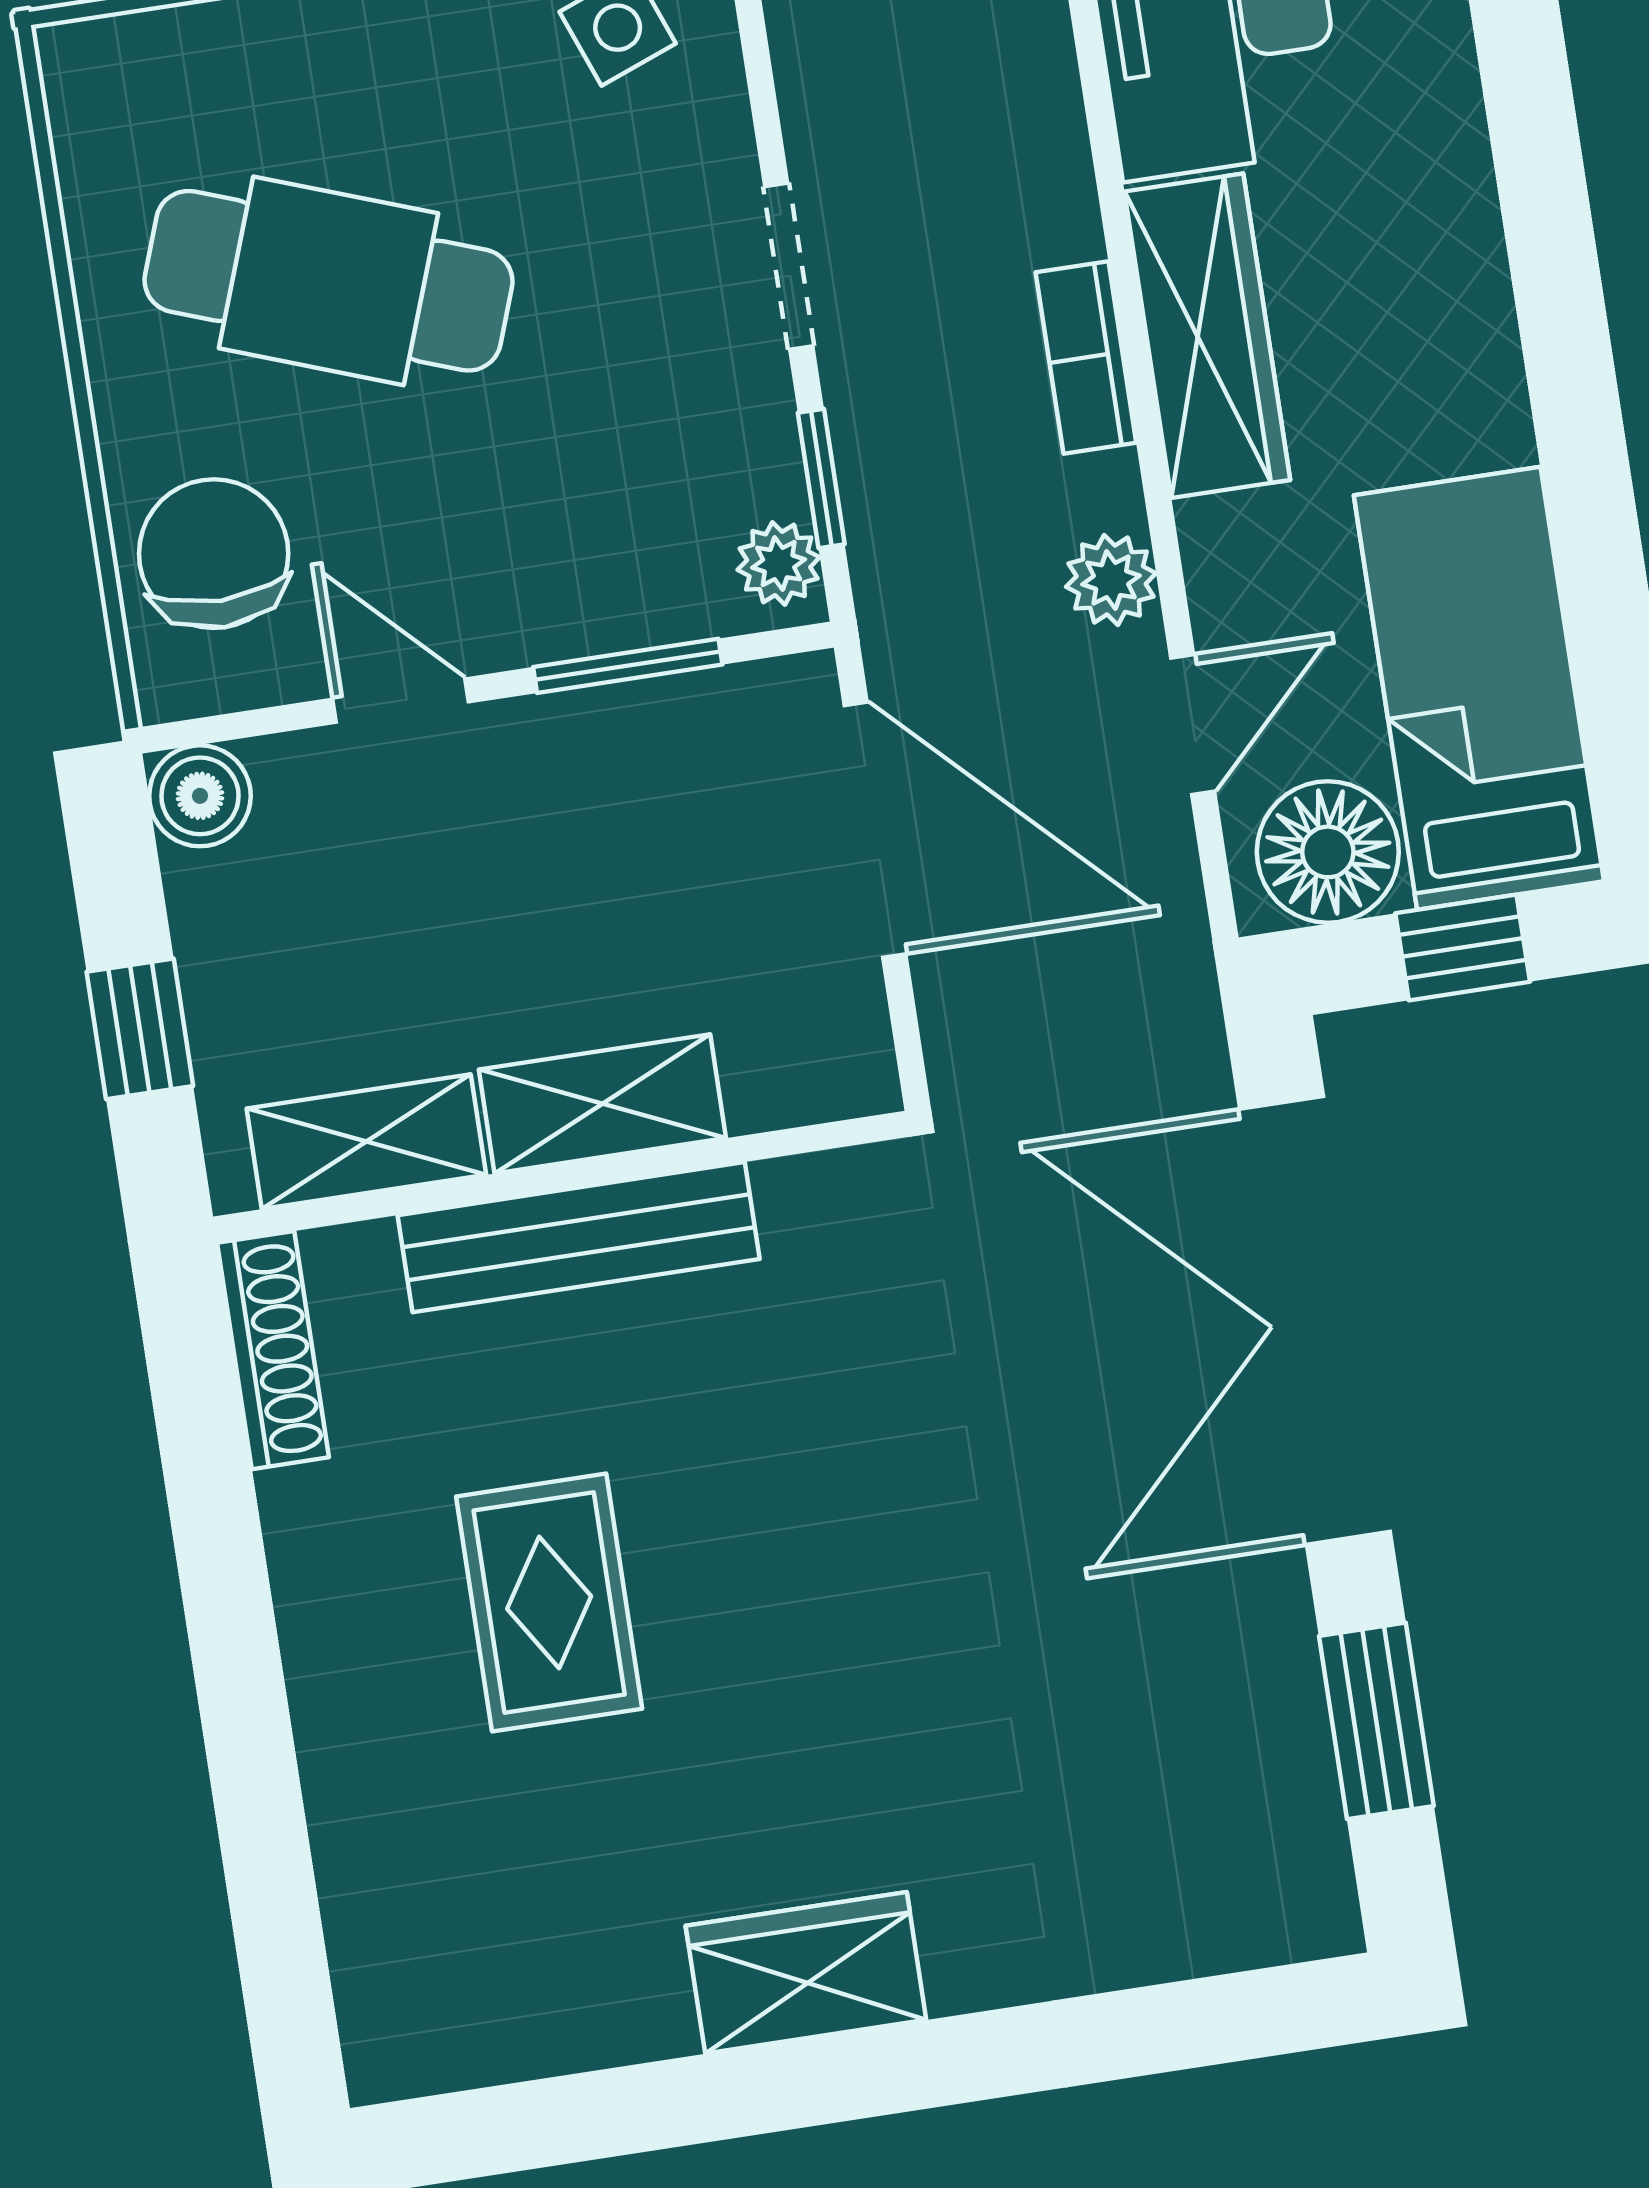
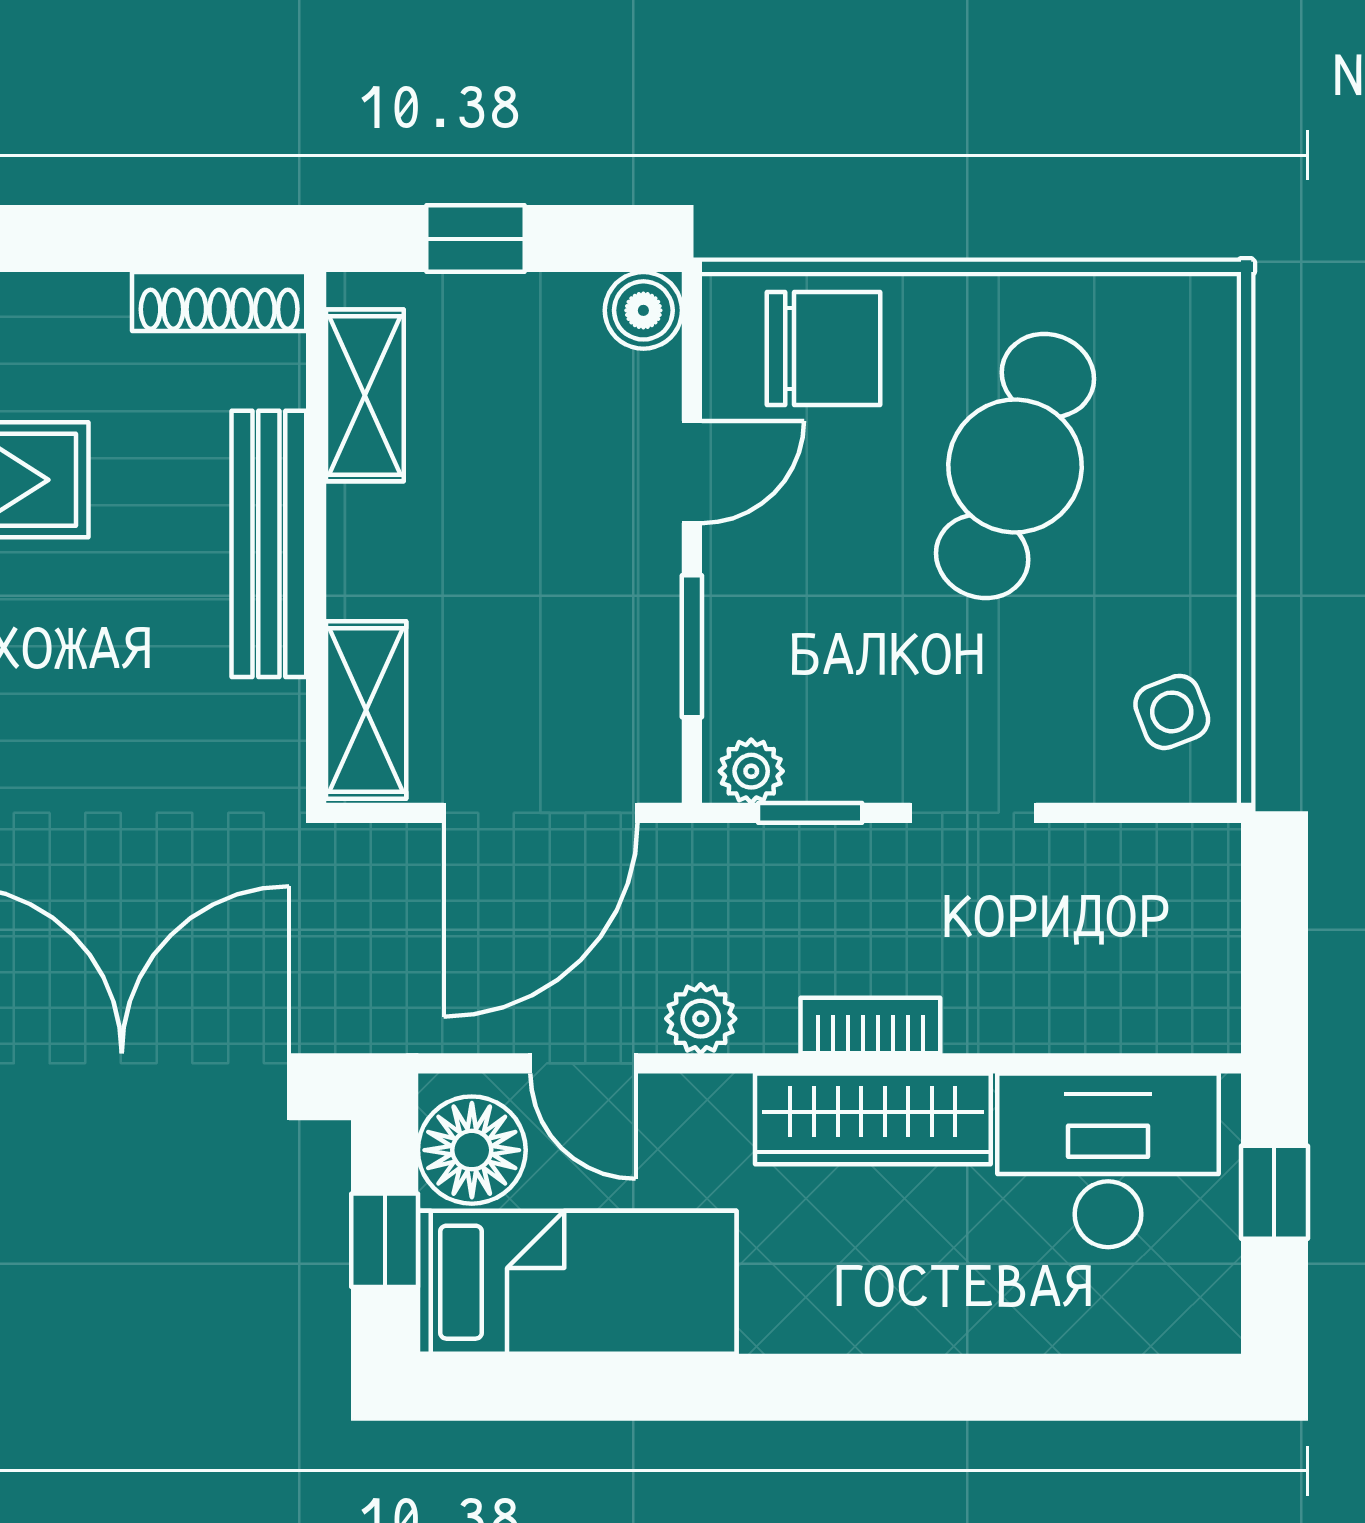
shelving: (602, 1104) -> (366, 710), moved

